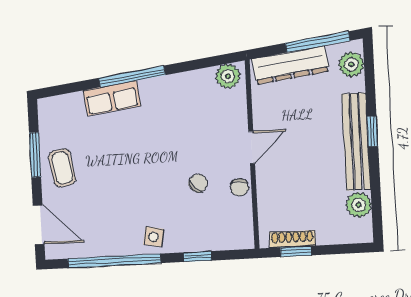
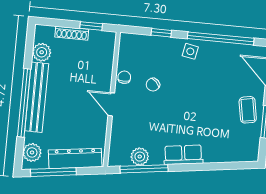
window: (132, 76) -> (144, 169), moved
plant: (228, 76) -> (140, 157), moved
row of seats: (112, 98) -> (183, 155), moved
window: (373, 131) -> (24, 103), width x3.17
door: (252, 147) -> (111, 104), hinge flipped
shoe rack: (292, 239) -> (72, 33), moved

